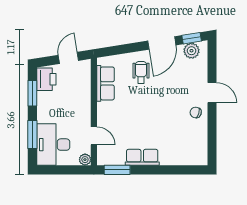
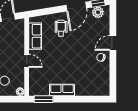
door: (212, 93) -> (113, 43), swing flipped
door: (94, 136) -> (27, 61), moved

